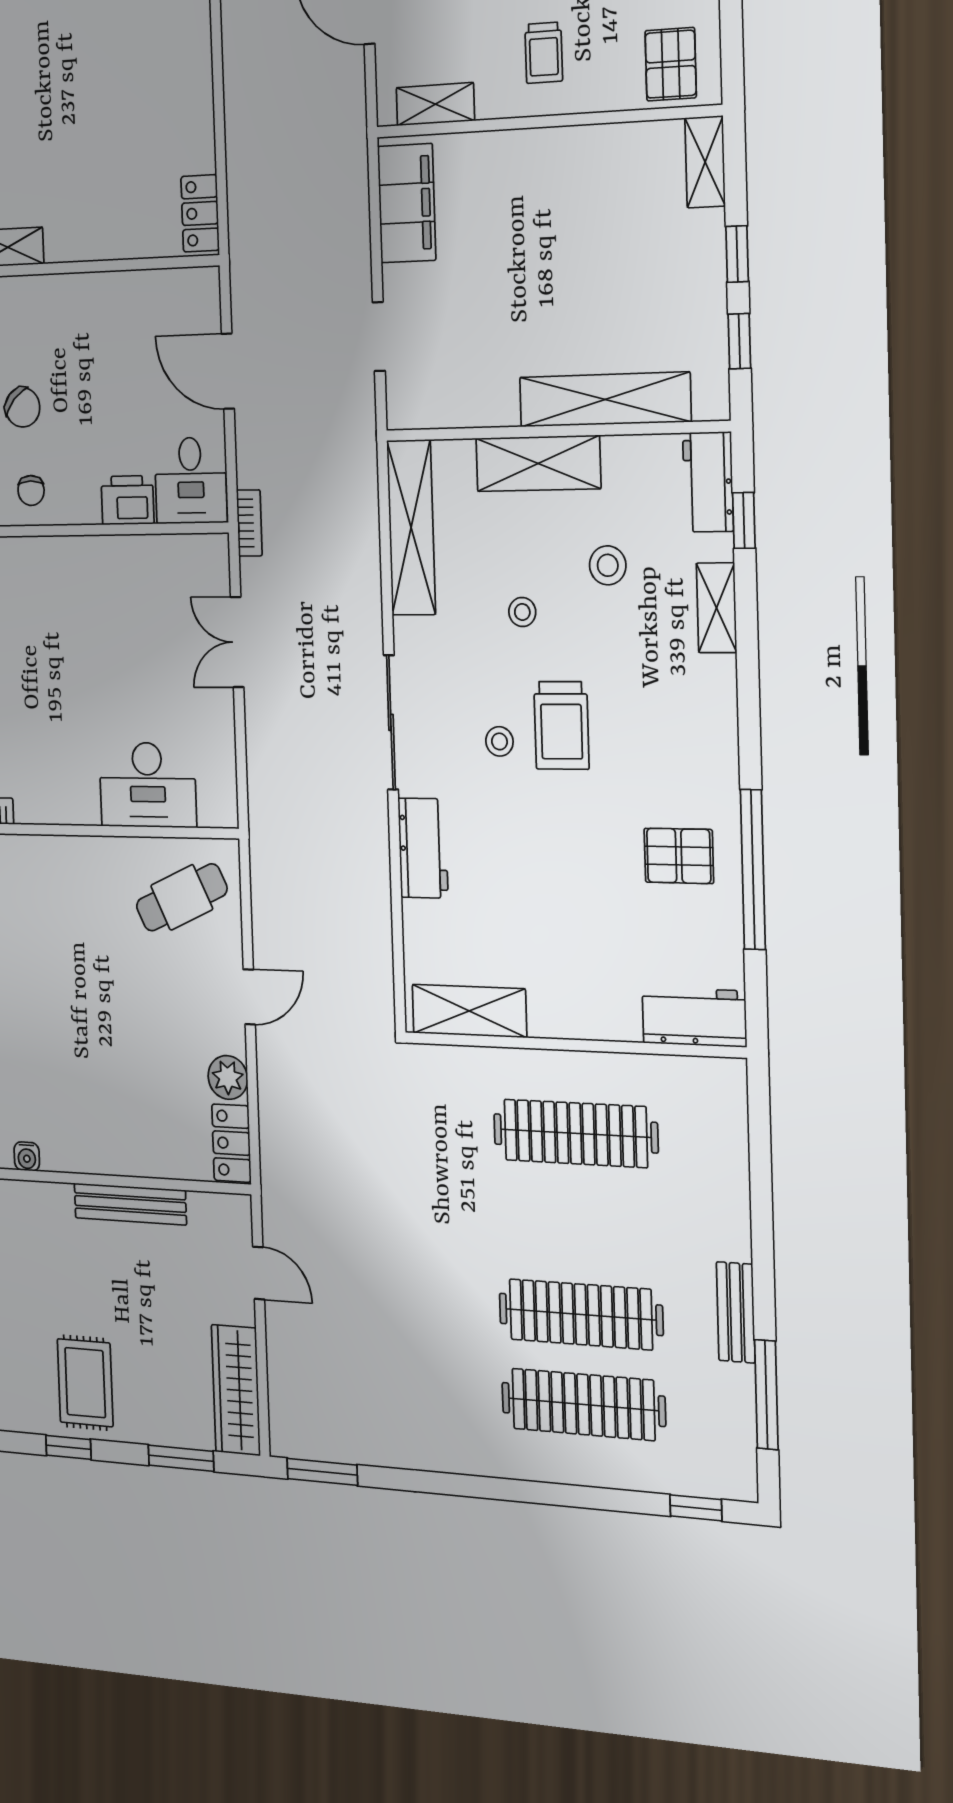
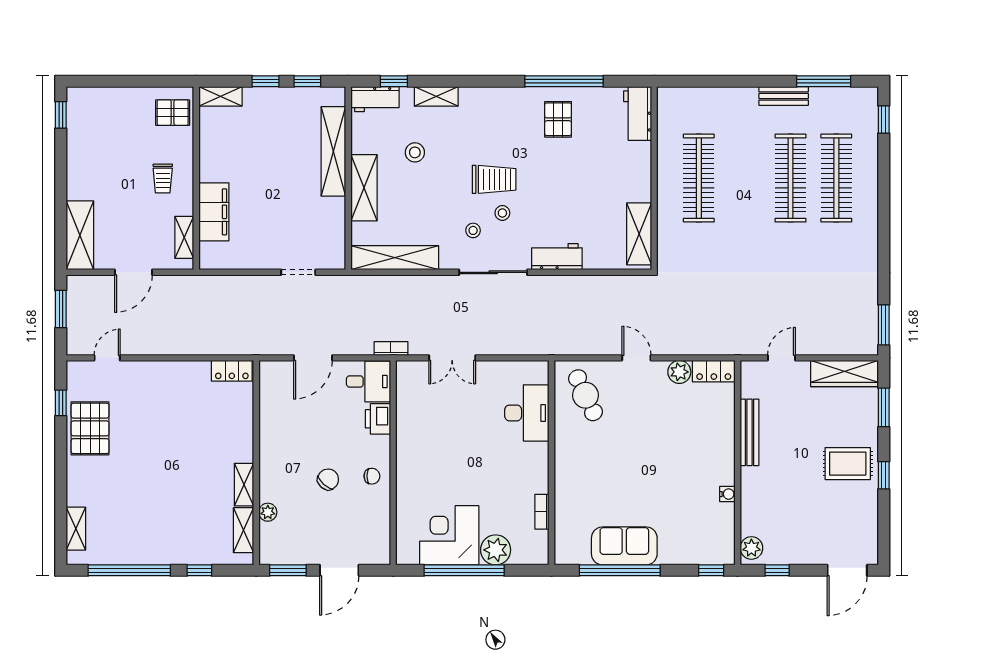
trolley: (544, 53) -> (163, 179), turned 90
filing cabinet: (407, 203) -> (214, 212), moved, turned 90
stool: (522, 612) -> (473, 230), moved

